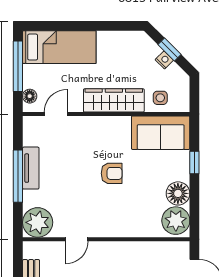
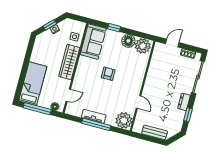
door: (56, 114) -> (68, 95), swing flipped

